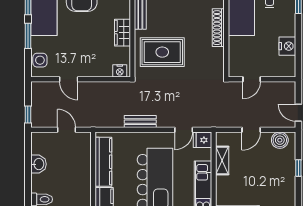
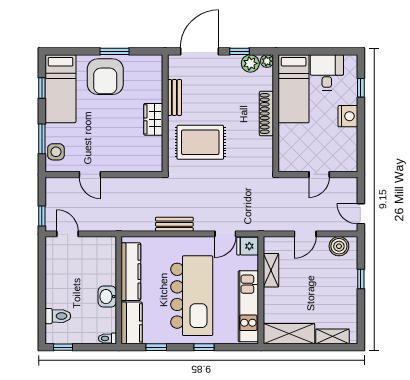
window: (28, 36) -> (42, 139), moved
nightstand: (287, 46) -> (348, 116), moved
nightstand: (120, 71) -> (150, 165), removed
door: (252, 79) -> (319, 174), moved
door: (66, 130) -> (67, 234), moved
washbasin: (38, 164) -> (107, 297), moved, turned 180

